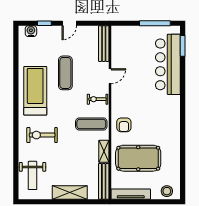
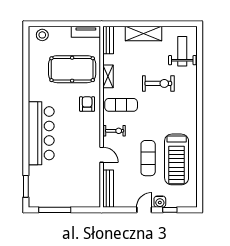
water cooler: (31, 31) -> (160, 202), moved
bar counter: (168, 64) -> (41, 133), moved
door: (110, 76) -> (102, 155), swing flipped
treadmill: (35, 91) -> (177, 159), moved
exercise bike: (42, 135) -> (158, 83), moved
bench: (104, 181) -> (108, 40), width x0.73
tv unit: (131, 194) -> (86, 32), width x0.71

